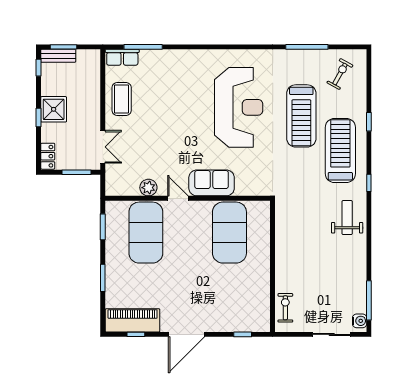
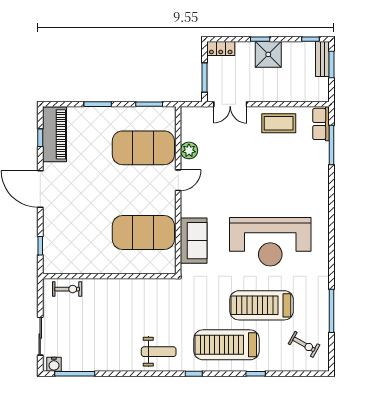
treadmill: (340, 151) -> (227, 345), turned 180
sofa: (212, 183) -> (194, 241), moved

